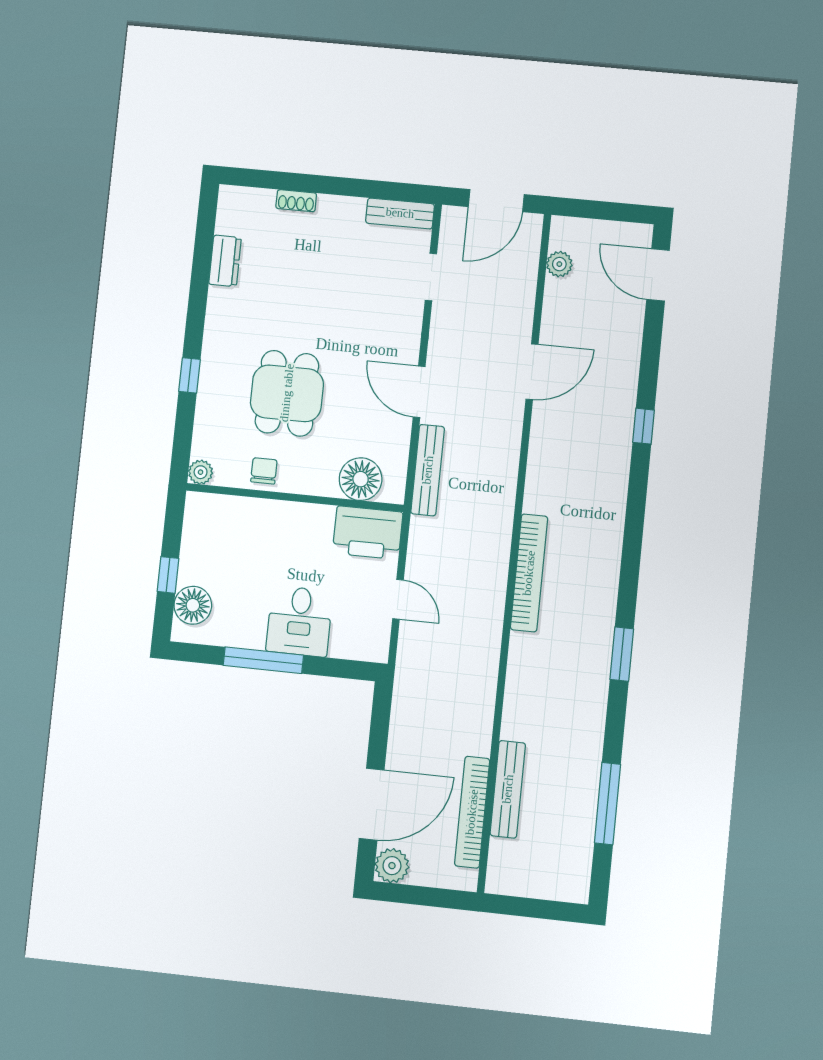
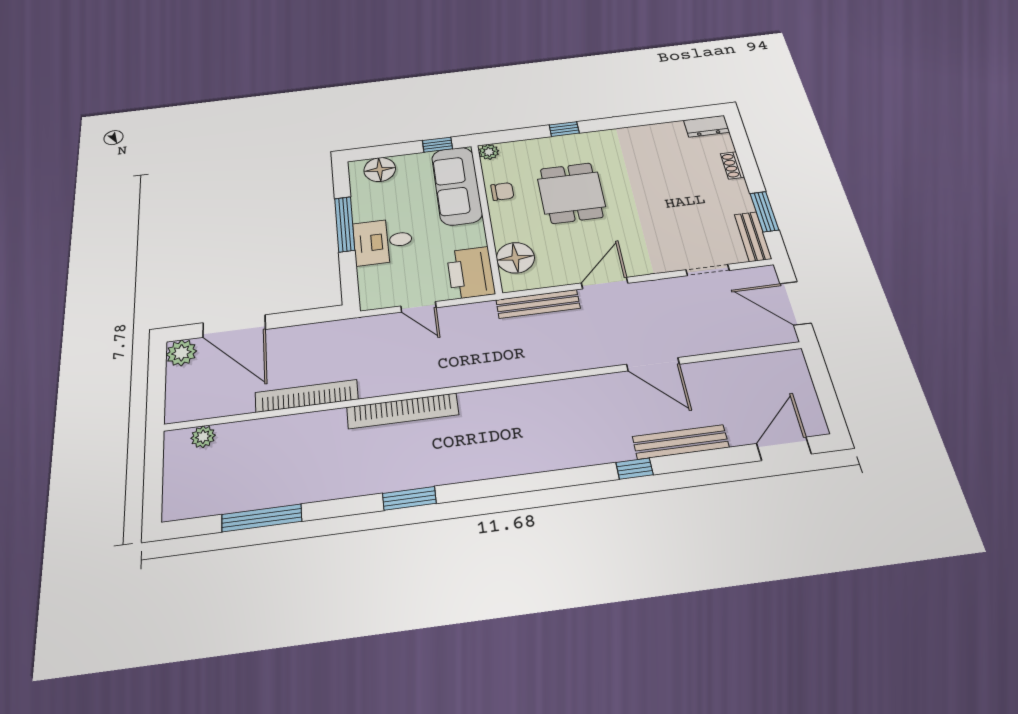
window: (370, 189) -> (764, 212), added
dresser: (225, 261) -> (707, 126), moved
plant: (559, 264) -> (203, 437), moved
dining table: (287, 393) -> (571, 193), turned 90
sofa: (241, 521) -> (457, 186), added
bookcase: (529, 573) -> (403, 411), moved
window: (168, 575) -> (437, 145), moved
door: (398, 599) -> (418, 307), hinge flipped
bench: (508, 789) -> (681, 442), moved
bookcase: (472, 812) -> (307, 396), moved

